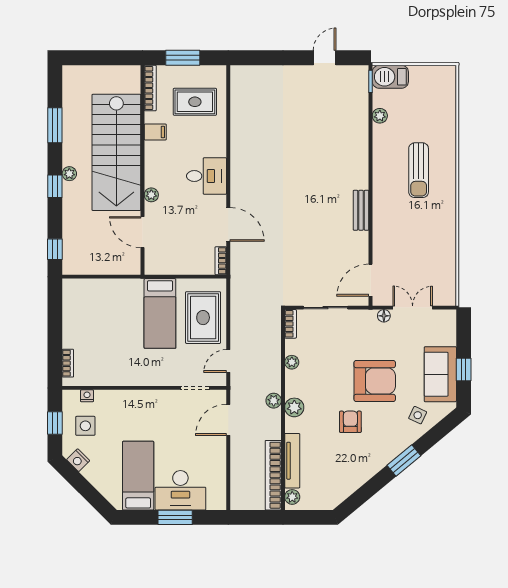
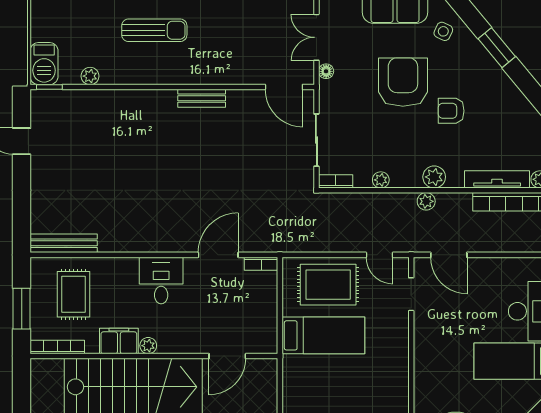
bench: (238, 93) -> (64, 243), added
filing cabinet: (155, 132) -> (119, 341), width x2.00
plant: (151, 195) -> (148, 346), moved

